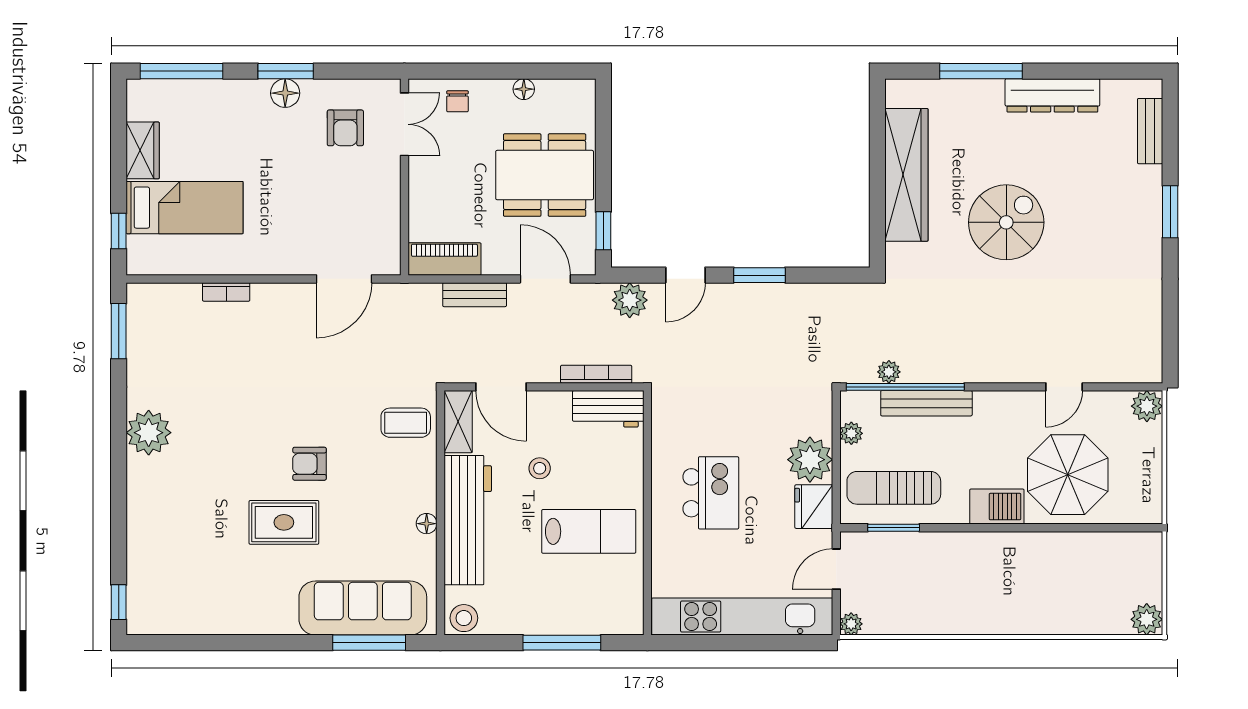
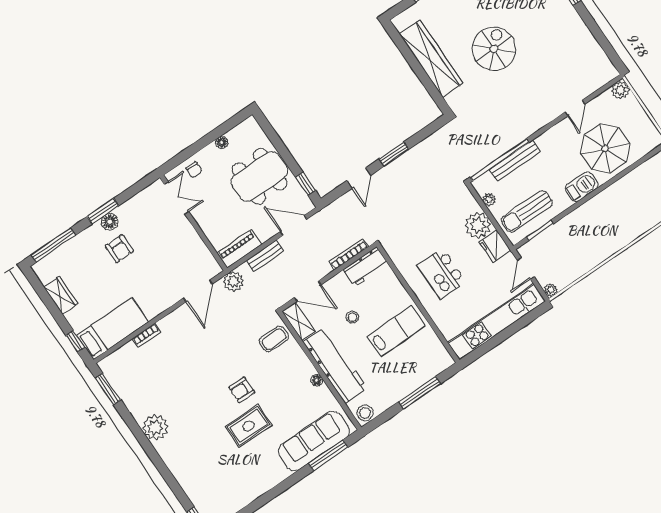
armchair: (345, 128) -> (119, 249), moved
bed: (184, 208) -> (113, 329), moved
plant: (630, 300) -> (233, 281), moved
plant: (889, 372) -> (487, 158), removed
kitchen island: (711, 493) -> (442, 273), turned 180

